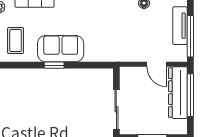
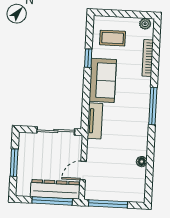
tv unit: (180, 26) -> (95, 121), moved, turned 90
window: (54, 65) -> (88, 58), moved
sliding door: (116, 109) -> (56, 131), moved

